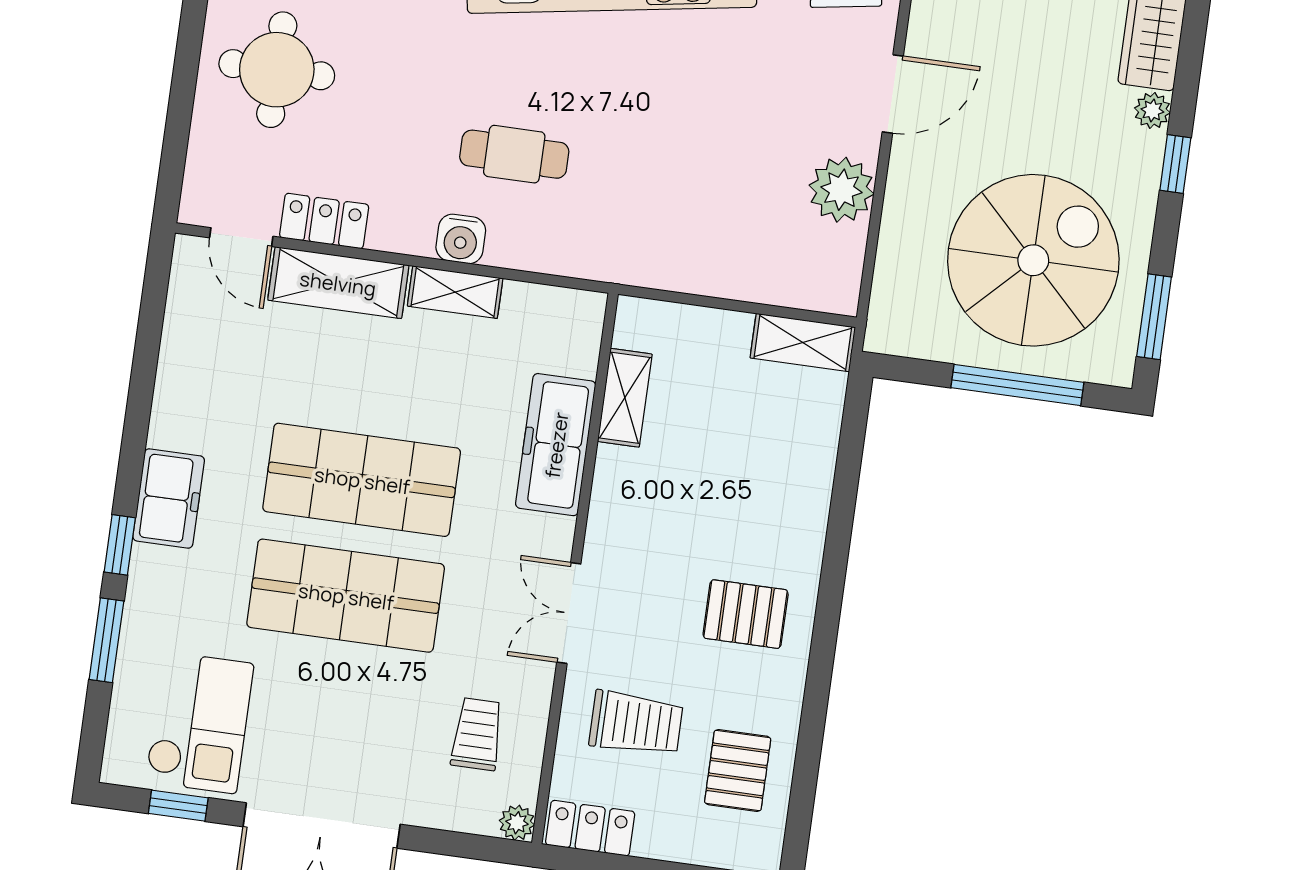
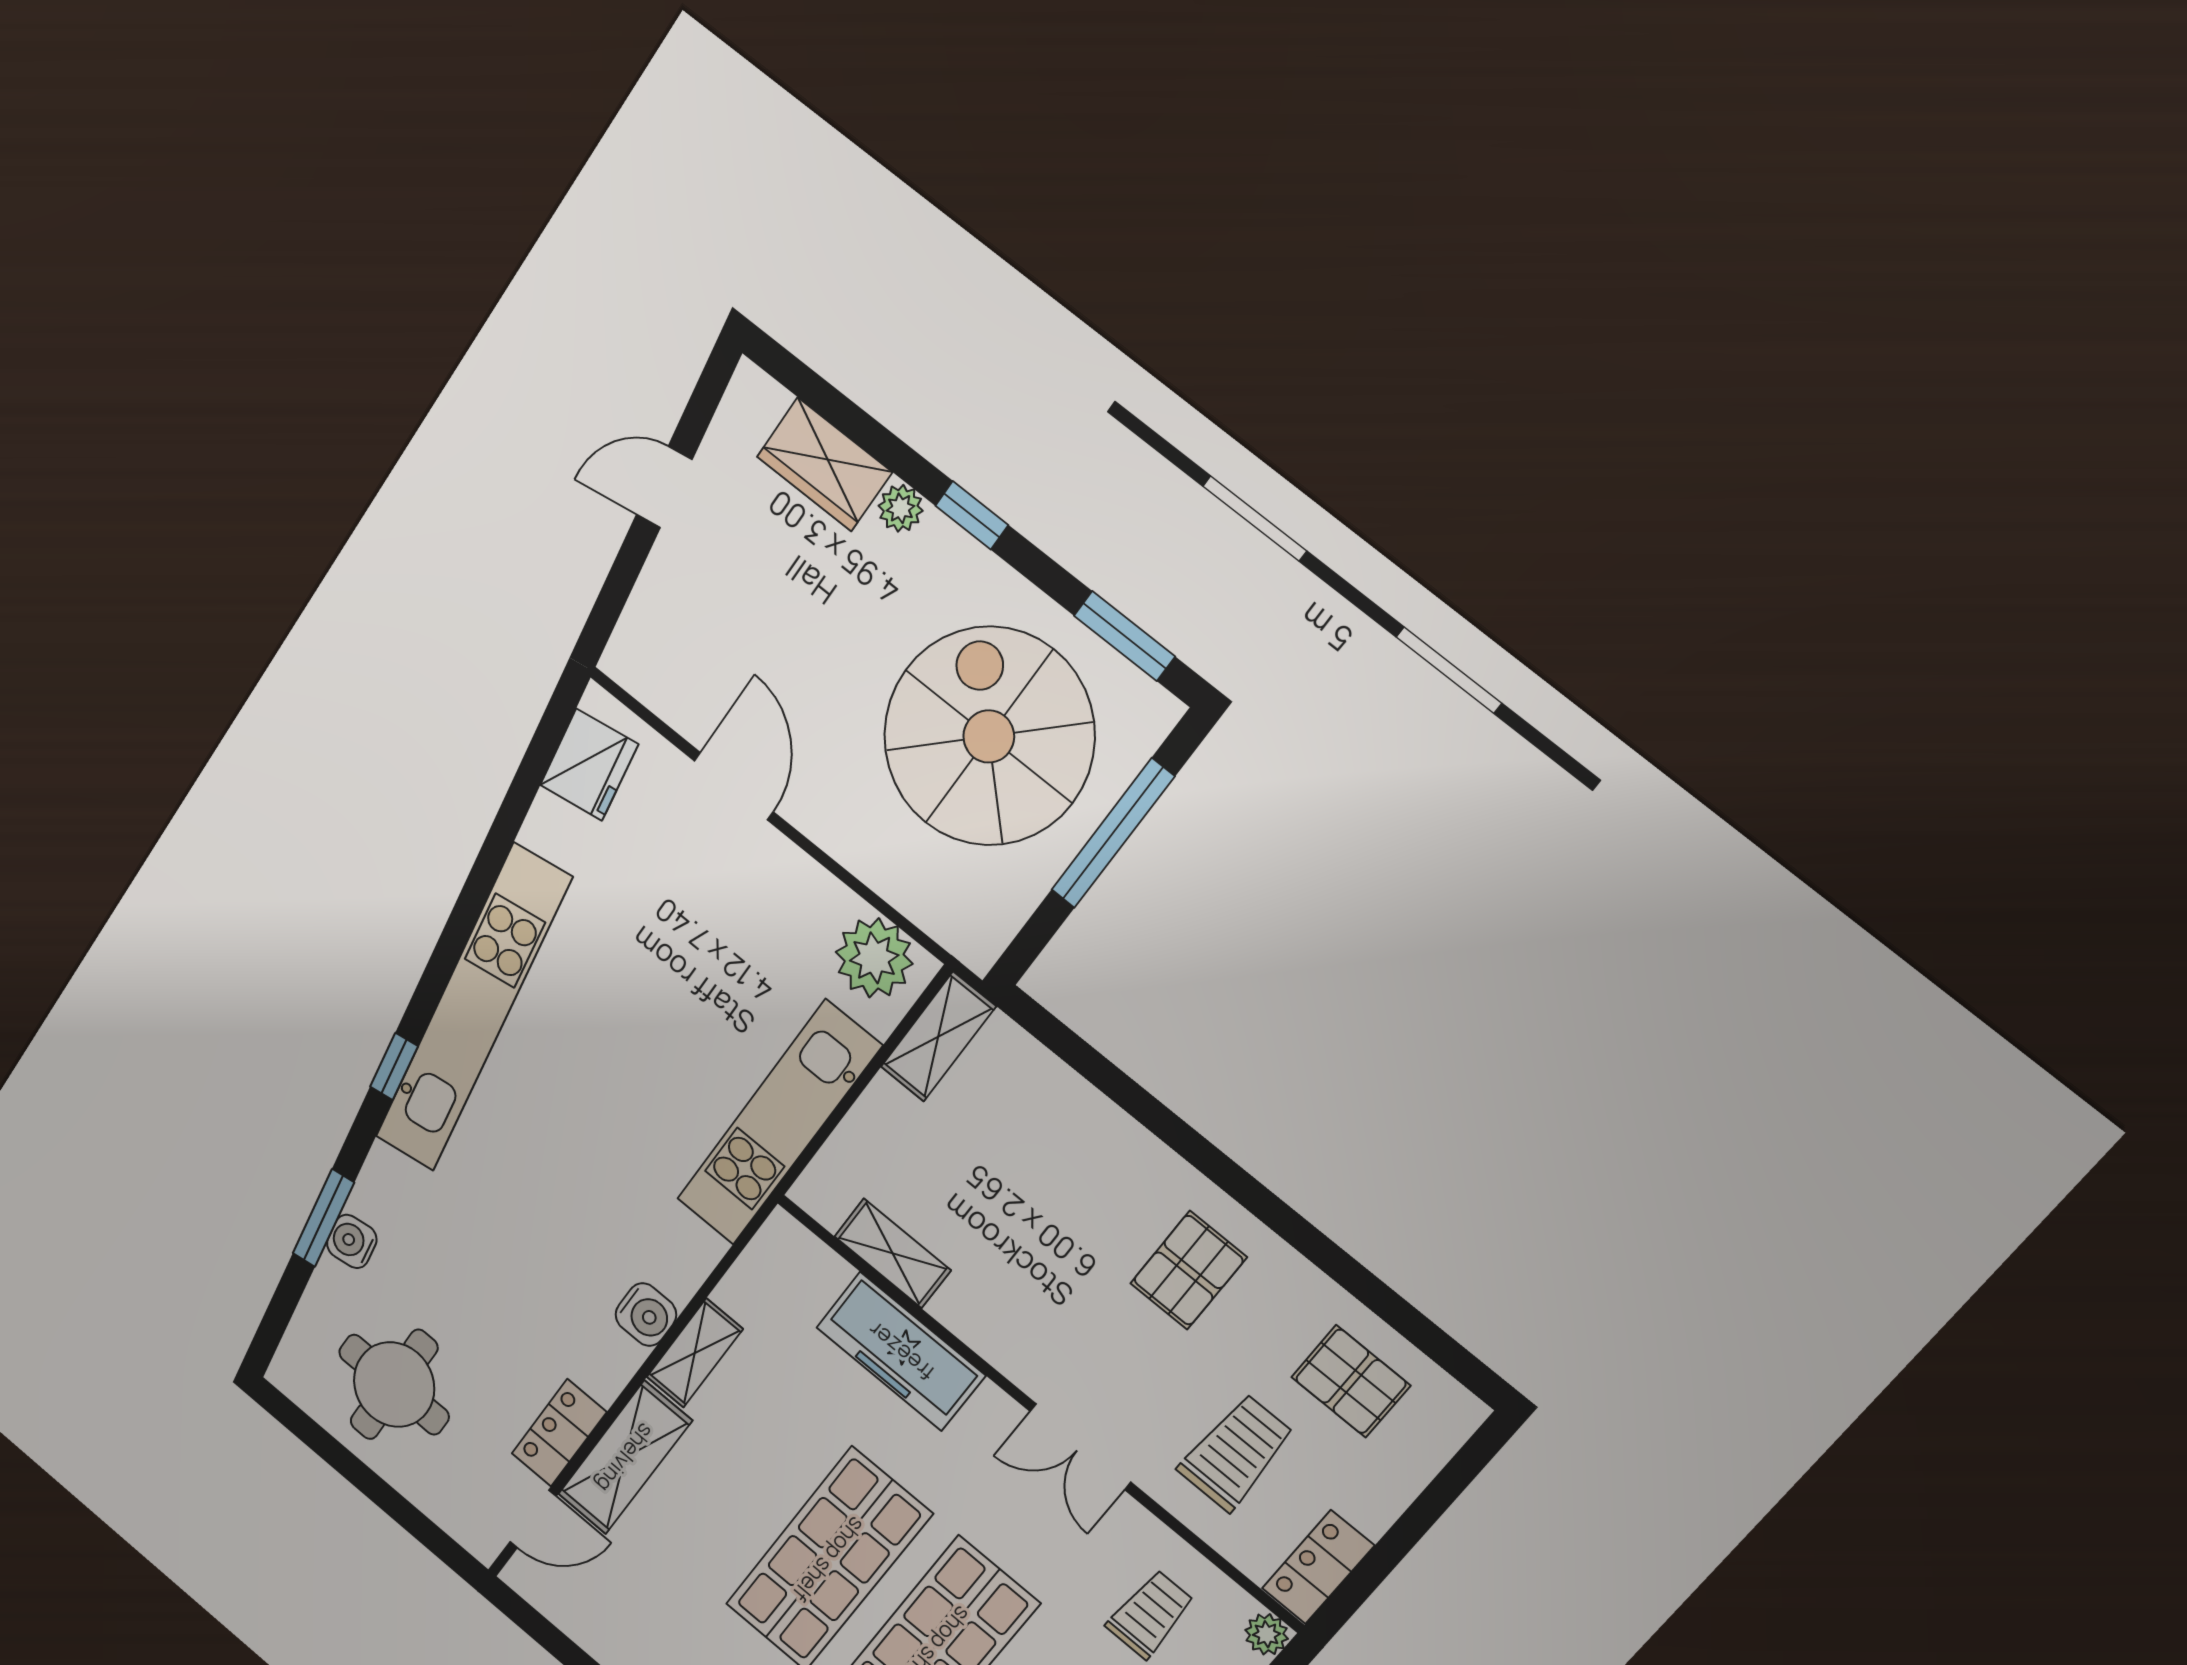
cafe table: (514, 154) -> (591, 1211), removed
plant: (841, 190) -> (874, 958), moved
kitchen unit: (669, 261) -> (779, 1123), added
trolley: (477, 734) -> (1150, 1614), turned 90

